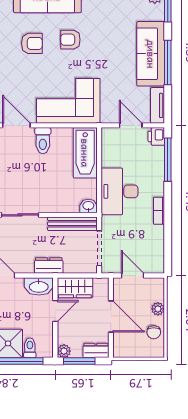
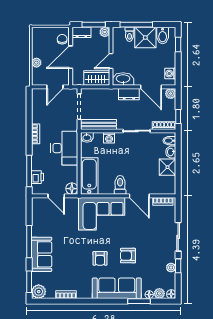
armchair: (70, 40) -> (100, 258), turned 90
sofa: (151, 54) -> (42, 254), width x0.73
tv unit: (158, 105) -> (37, 210), removed
floor lamp: (109, 136) -> (72, 189), added
printer: (156, 136) -> (38, 177), moved
washing machine: (58, 205) -> (109, 138), added
dresser: (49, 265) -> (129, 94), moved
door: (133, 275) -> (55, 87), hinge flipped
door: (111, 316) -> (71, 57), hinge flipped
chair: (154, 332) -> (62, 39), moved

